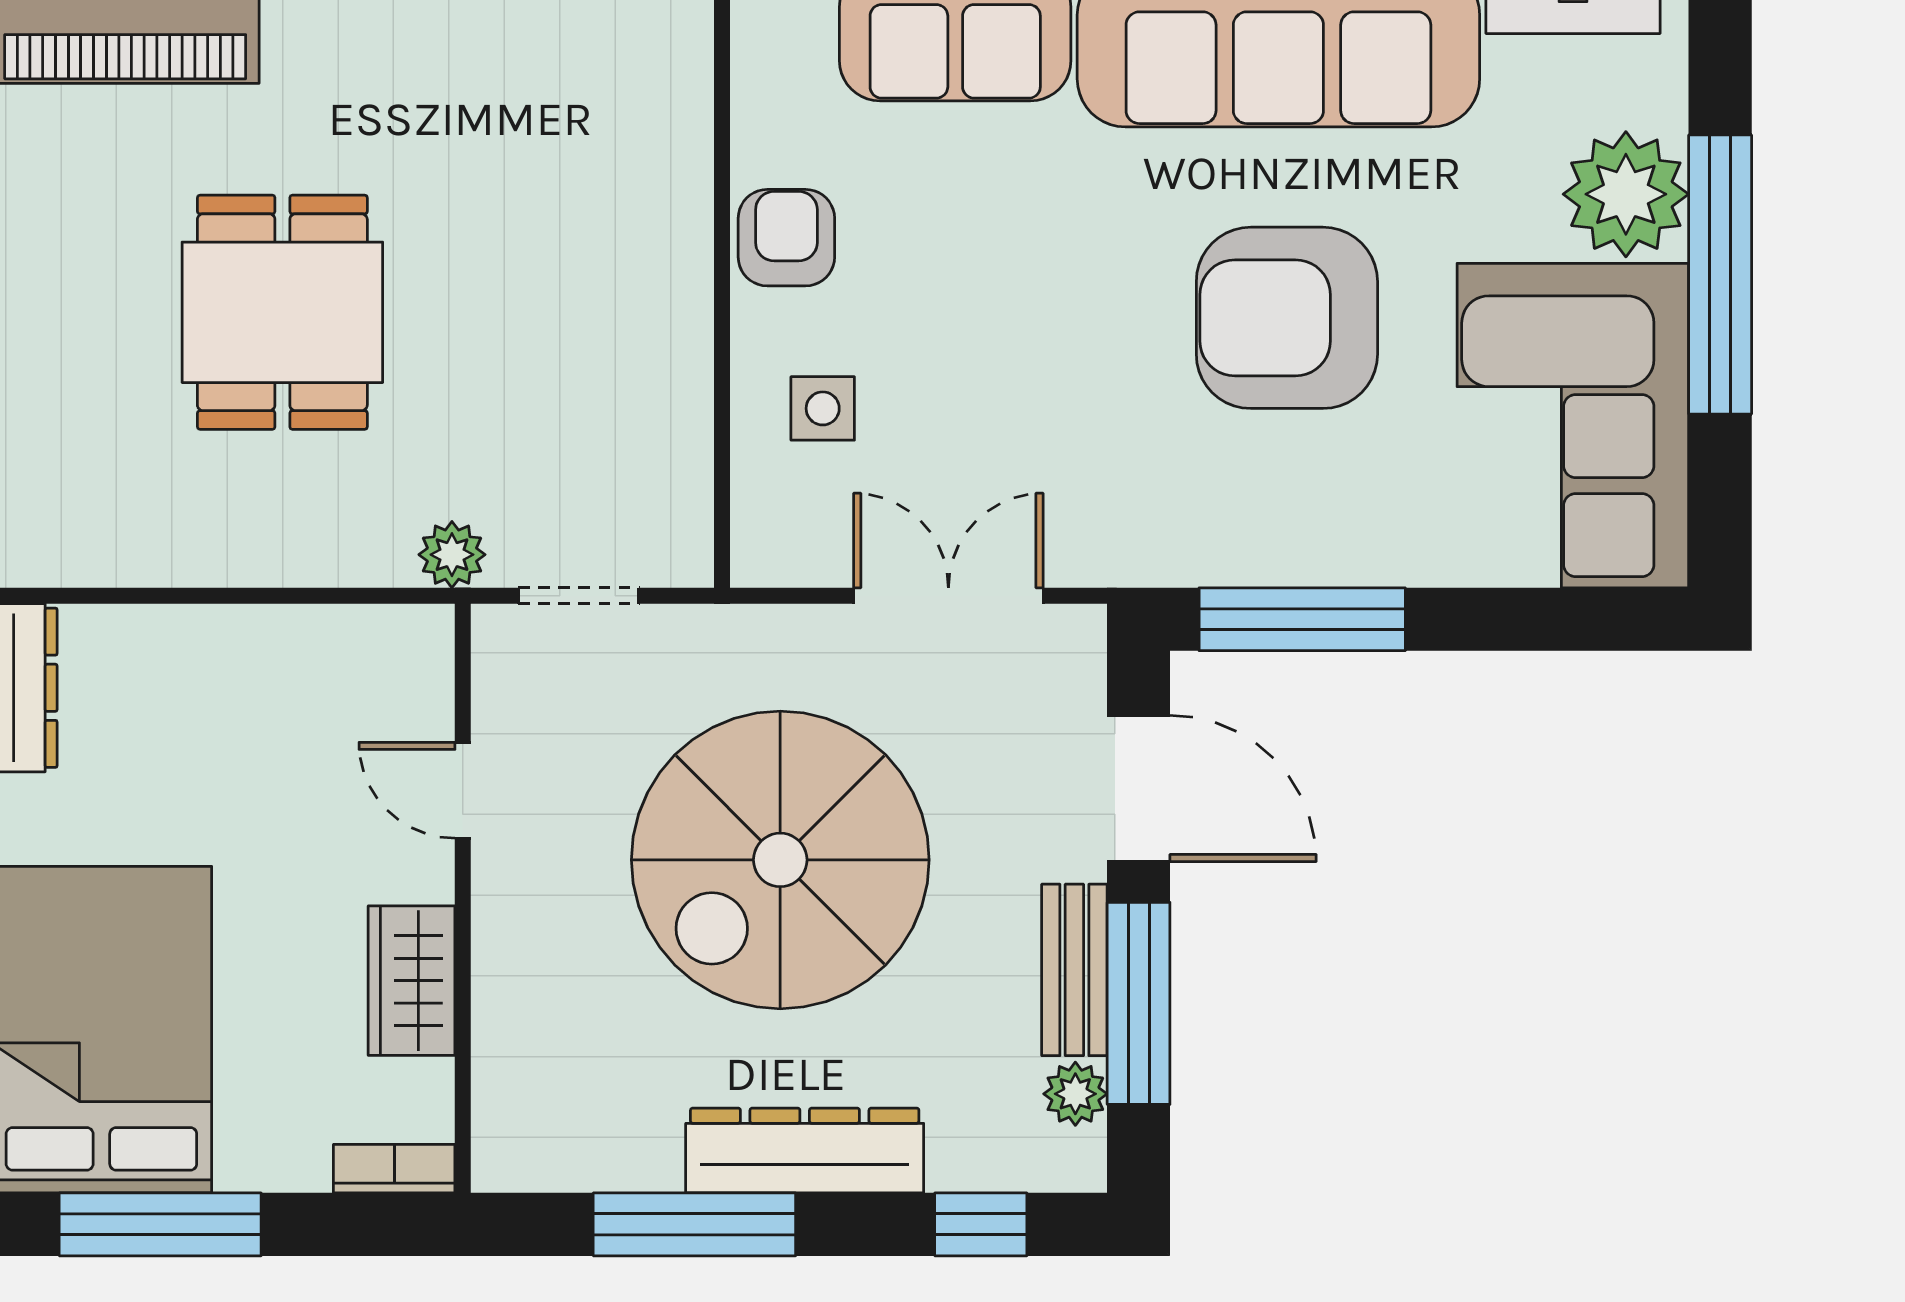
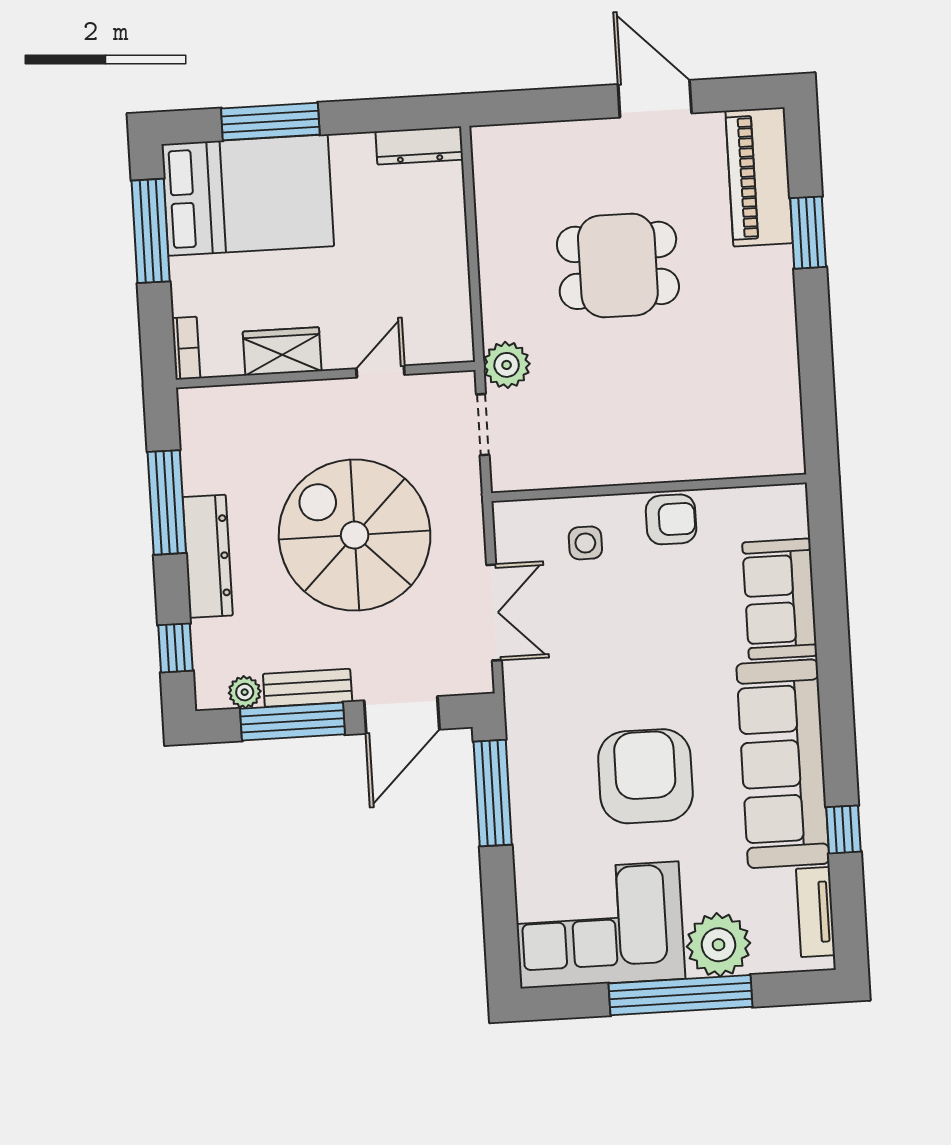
plant: (452, 555) -> (507, 365), width x1.38, depth x1.38

